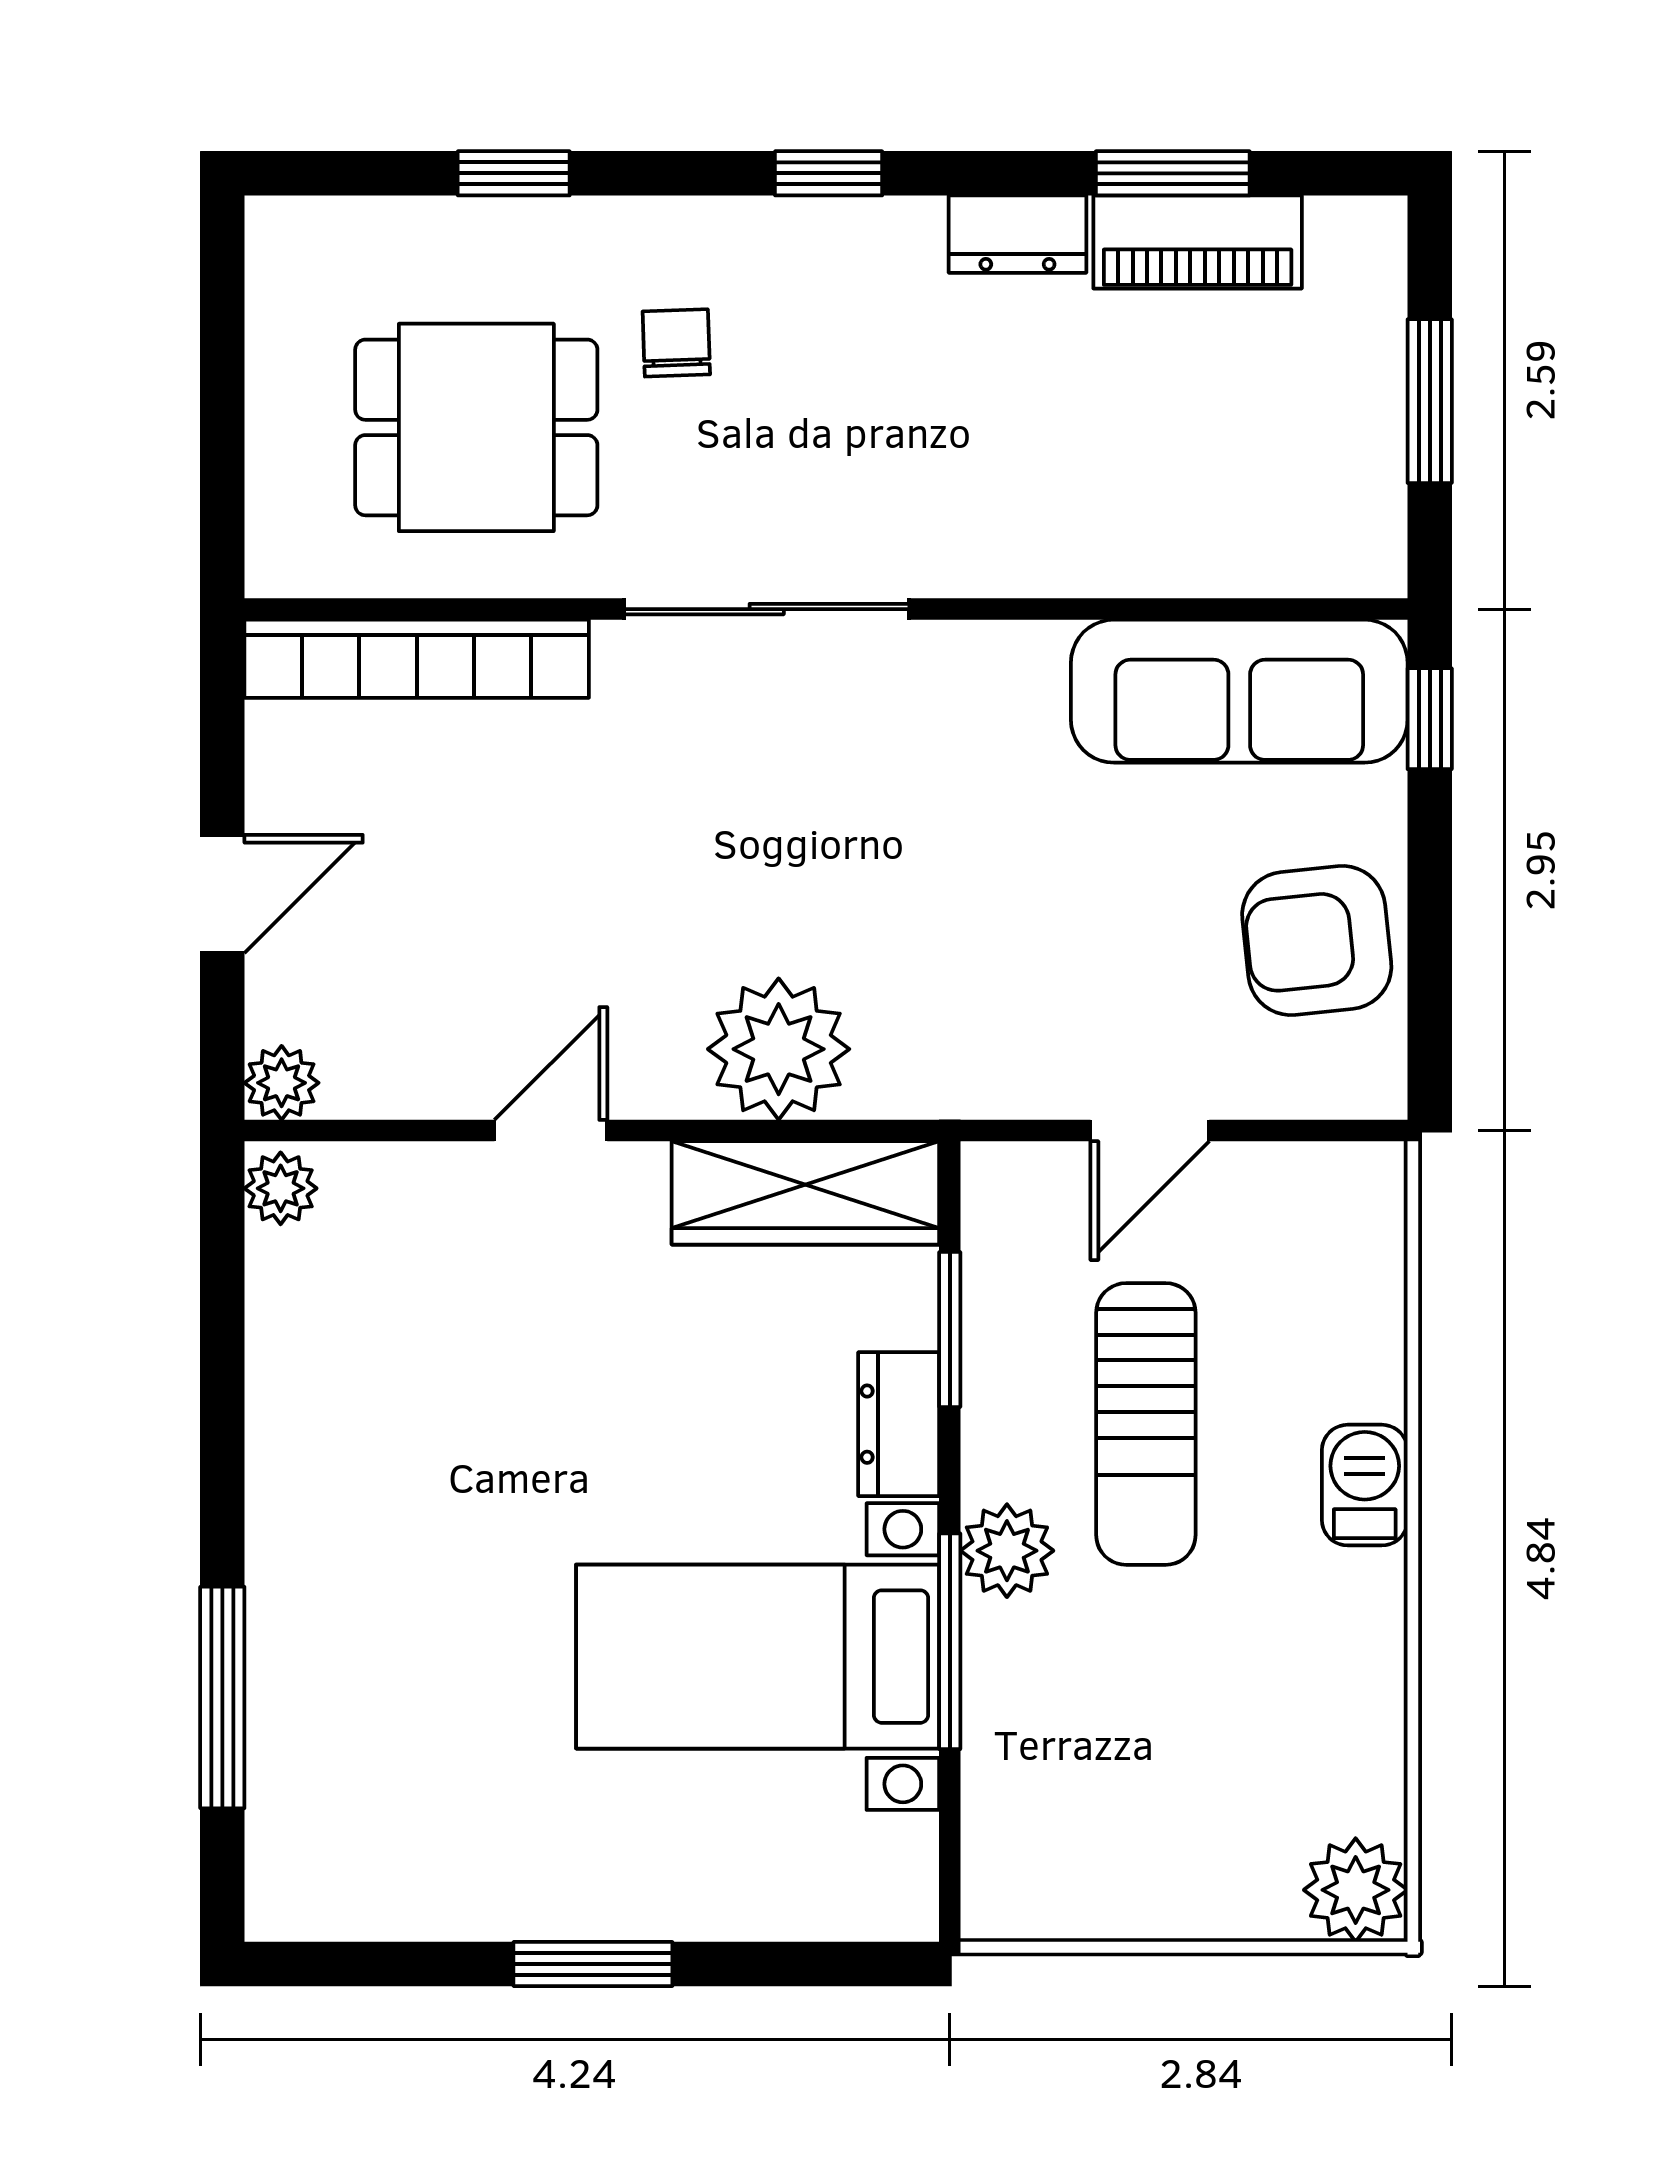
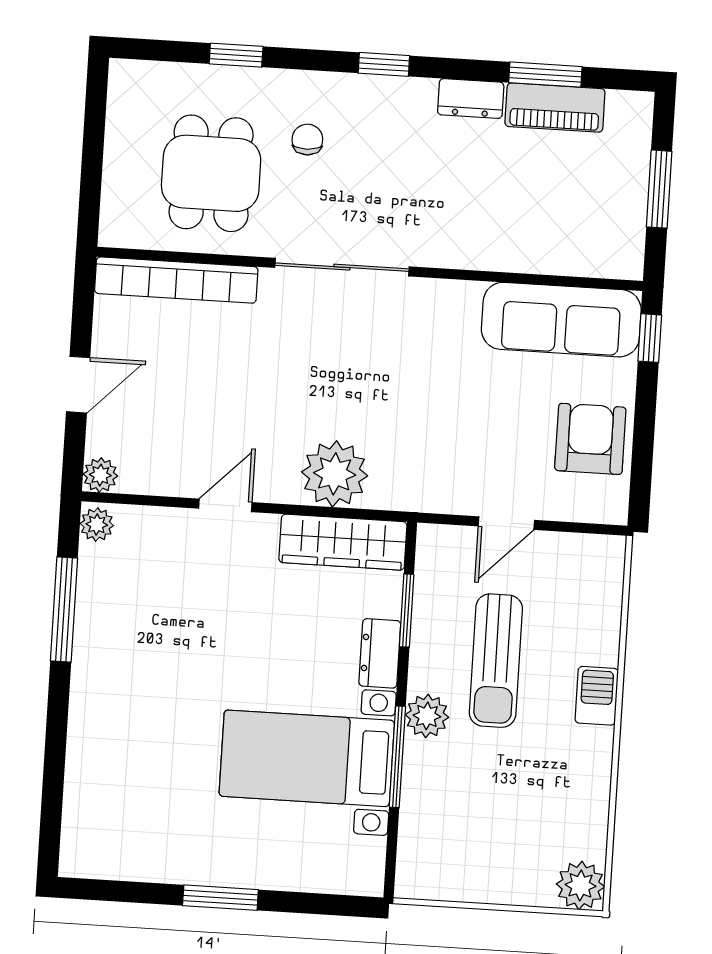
dining table: (476, 427) -> (211, 173), turned 90
armchair: (1317, 941) -> (590, 439), turned 96
window: (222, 1698) -> (64, 609), moved

